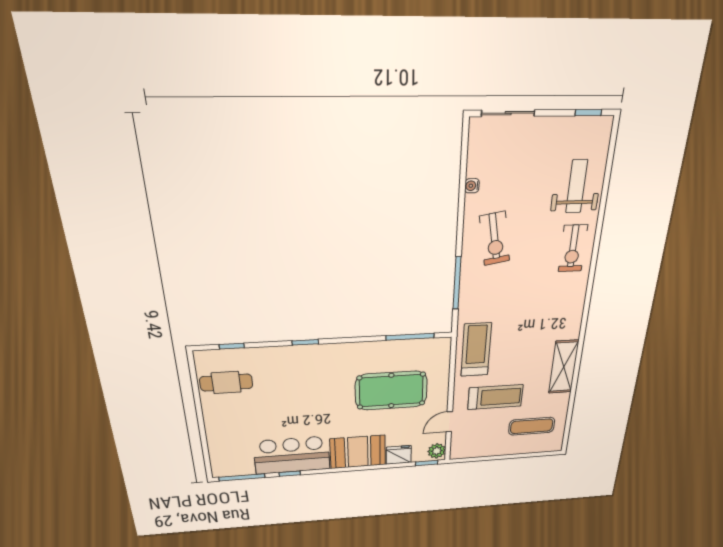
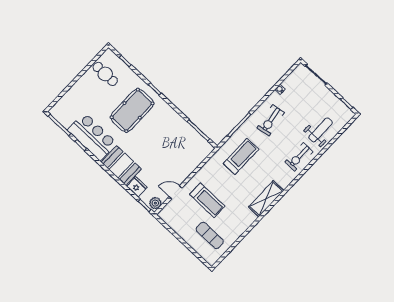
treadmill: (476, 350) -> (241, 156), moved
shelving: (564, 367) -> (266, 199), moved
pool table: (391, 391) -> (132, 110), moved, turned 90

